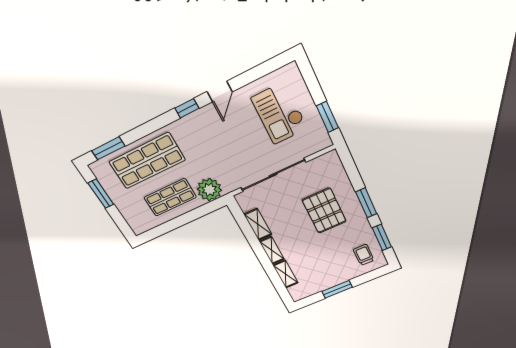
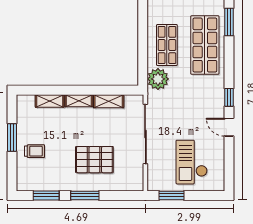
checkout: (279, 113) -> (192, 162), turned -90
trolley: (364, 255) -> (35, 151), moved

